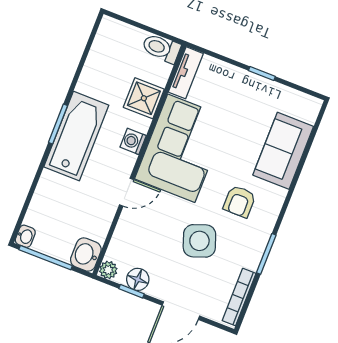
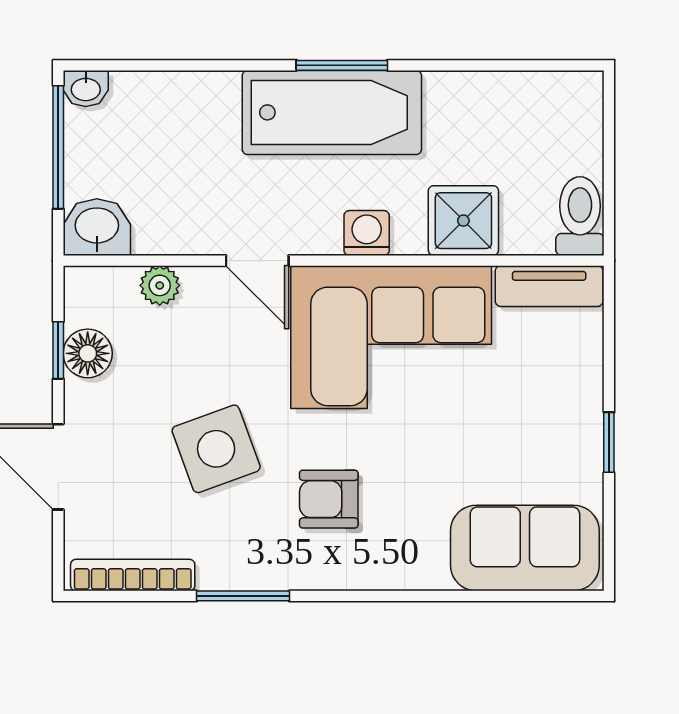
sofa: (283, 151) -> (525, 548), moved
plant: (108, 270) -> (160, 285), moved

